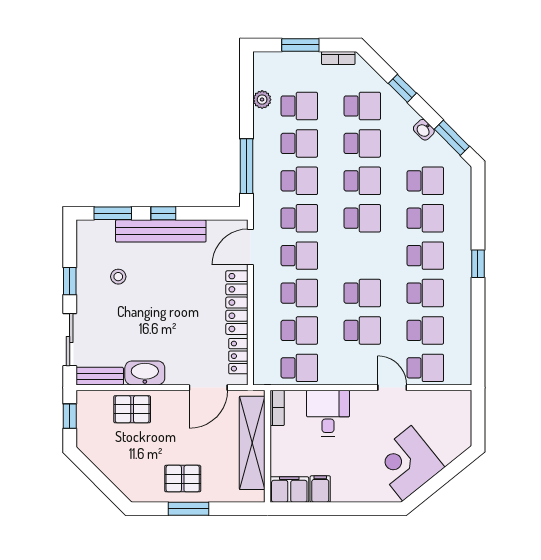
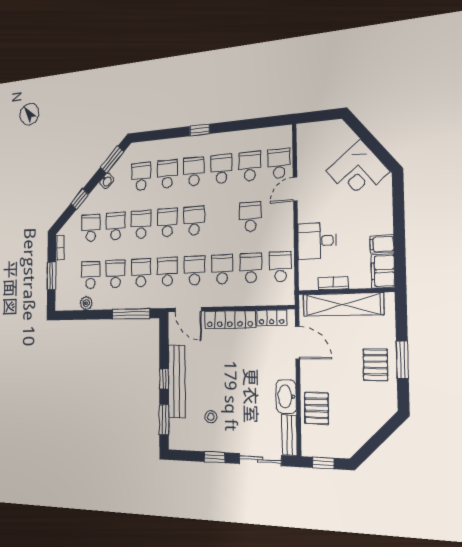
school desk: (362, 293) -> (194, 221), moved
bookcase: (277, 408) -> (333, 283), moved

